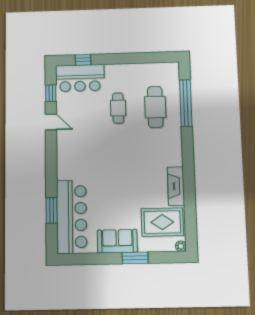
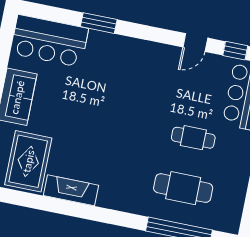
window: (52, 210) -> (99, 23), moved
bar counter: (72, 217) -> (49, 41), width x0.73

